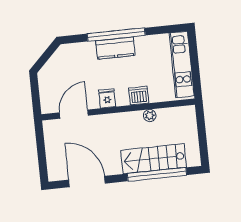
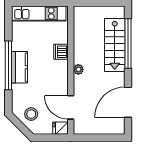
stool: (61, 68) -> (31, 114), added
fridge: (107, 98) -> (61, 128), moved
plant: (150, 116) -> (78, 69), moved

